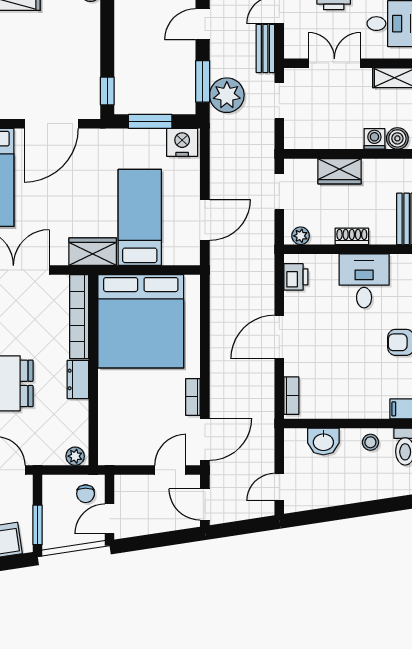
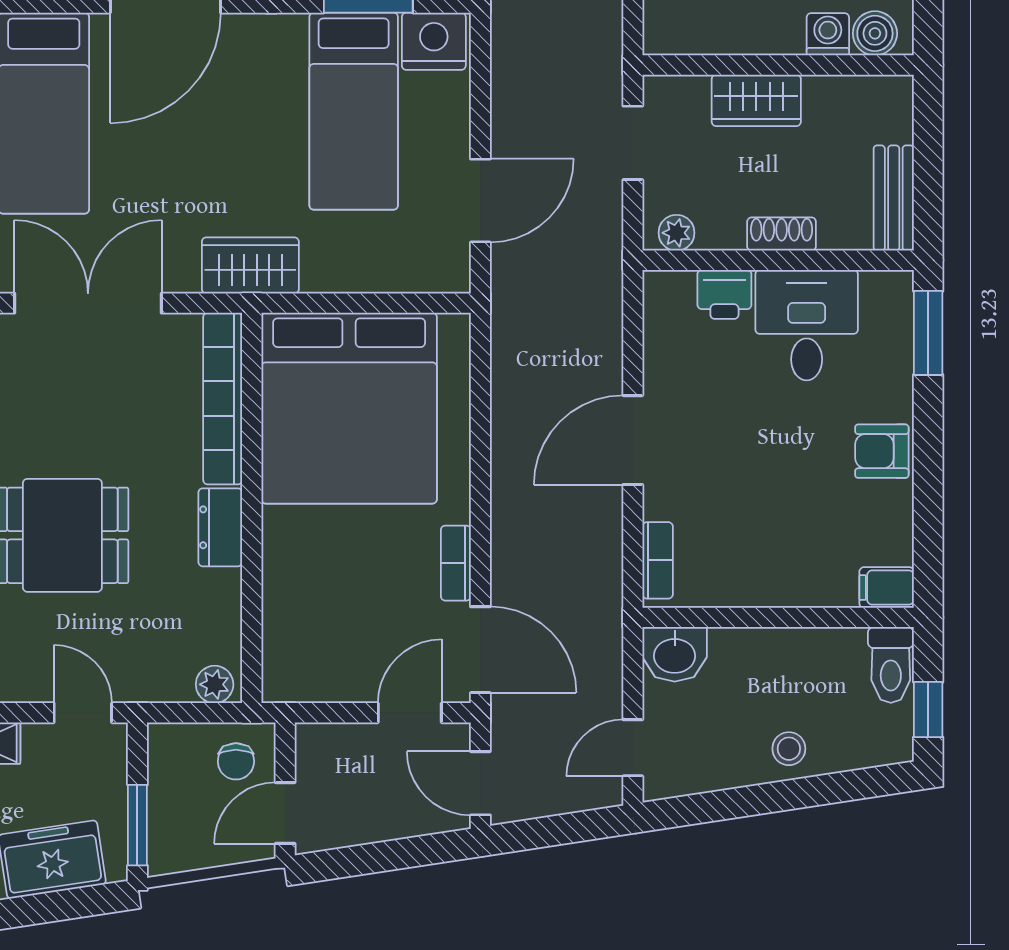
bed: (140, 217) -> (354, 111), moved, turned 180
printer: (296, 277) -> (724, 294), moved, turned 90
door: (205, 439) -> (480, 650), hinge flipped
washbasin: (323, 441) -> (675, 654), moved
stool: (370, 442) -> (789, 749), moved

